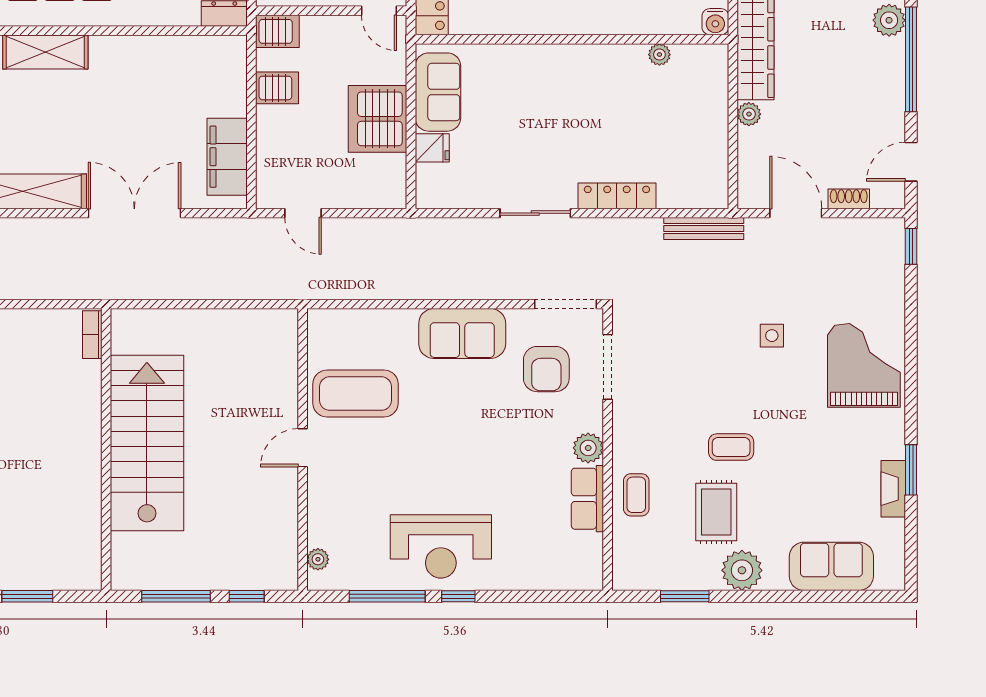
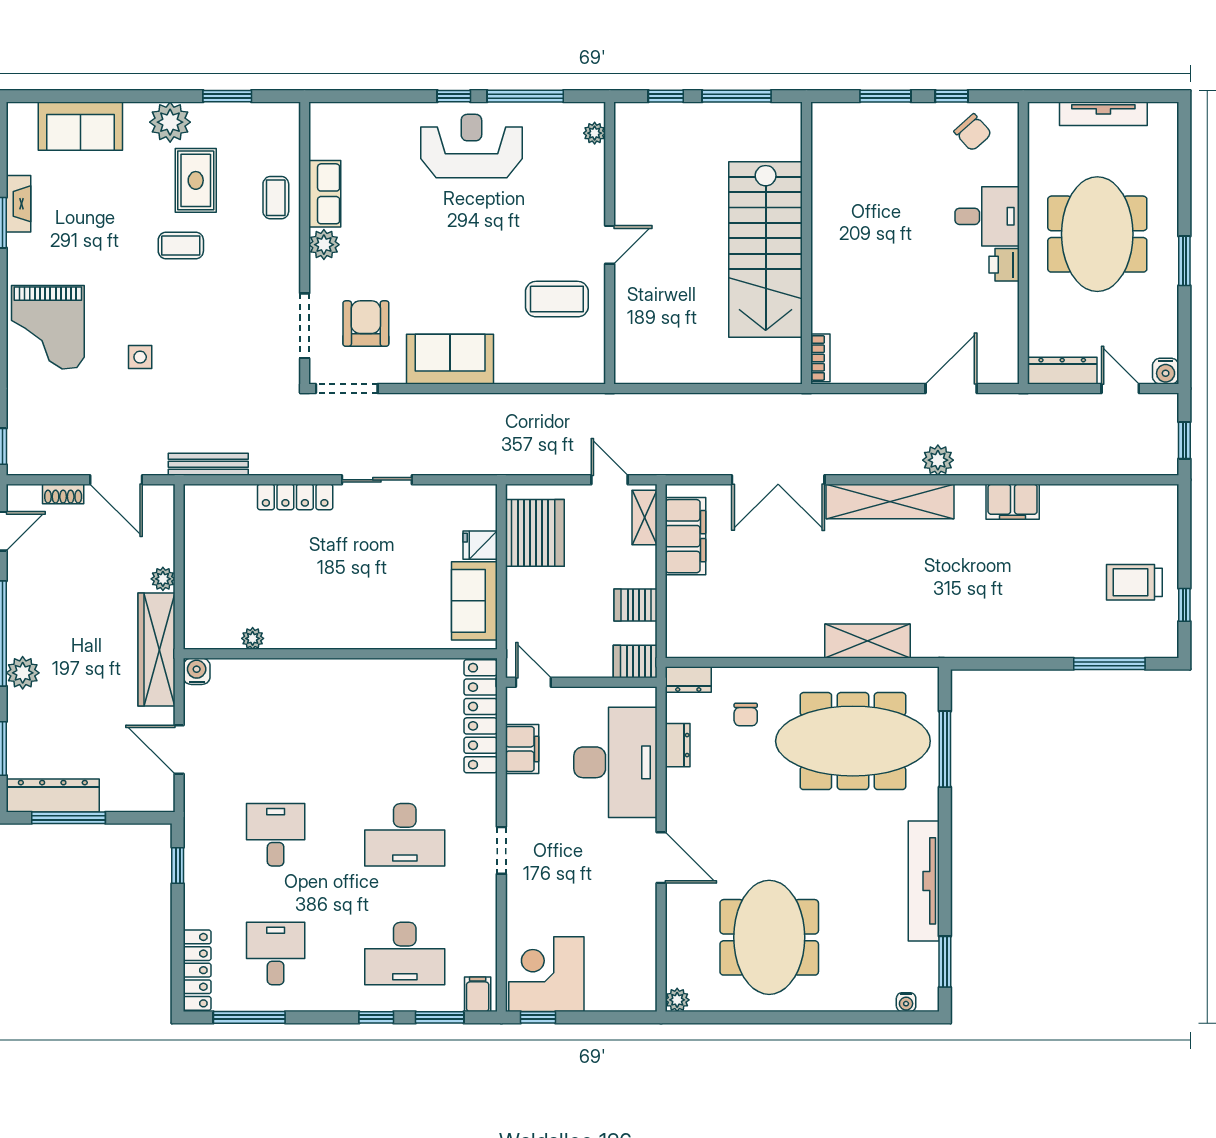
server rack: (377, 119) -> (535, 533), moved
shelving: (268, 175) -> (644, 517), added
coffee table: (356, 394) -> (557, 299), width x0.73, depth x0.76

